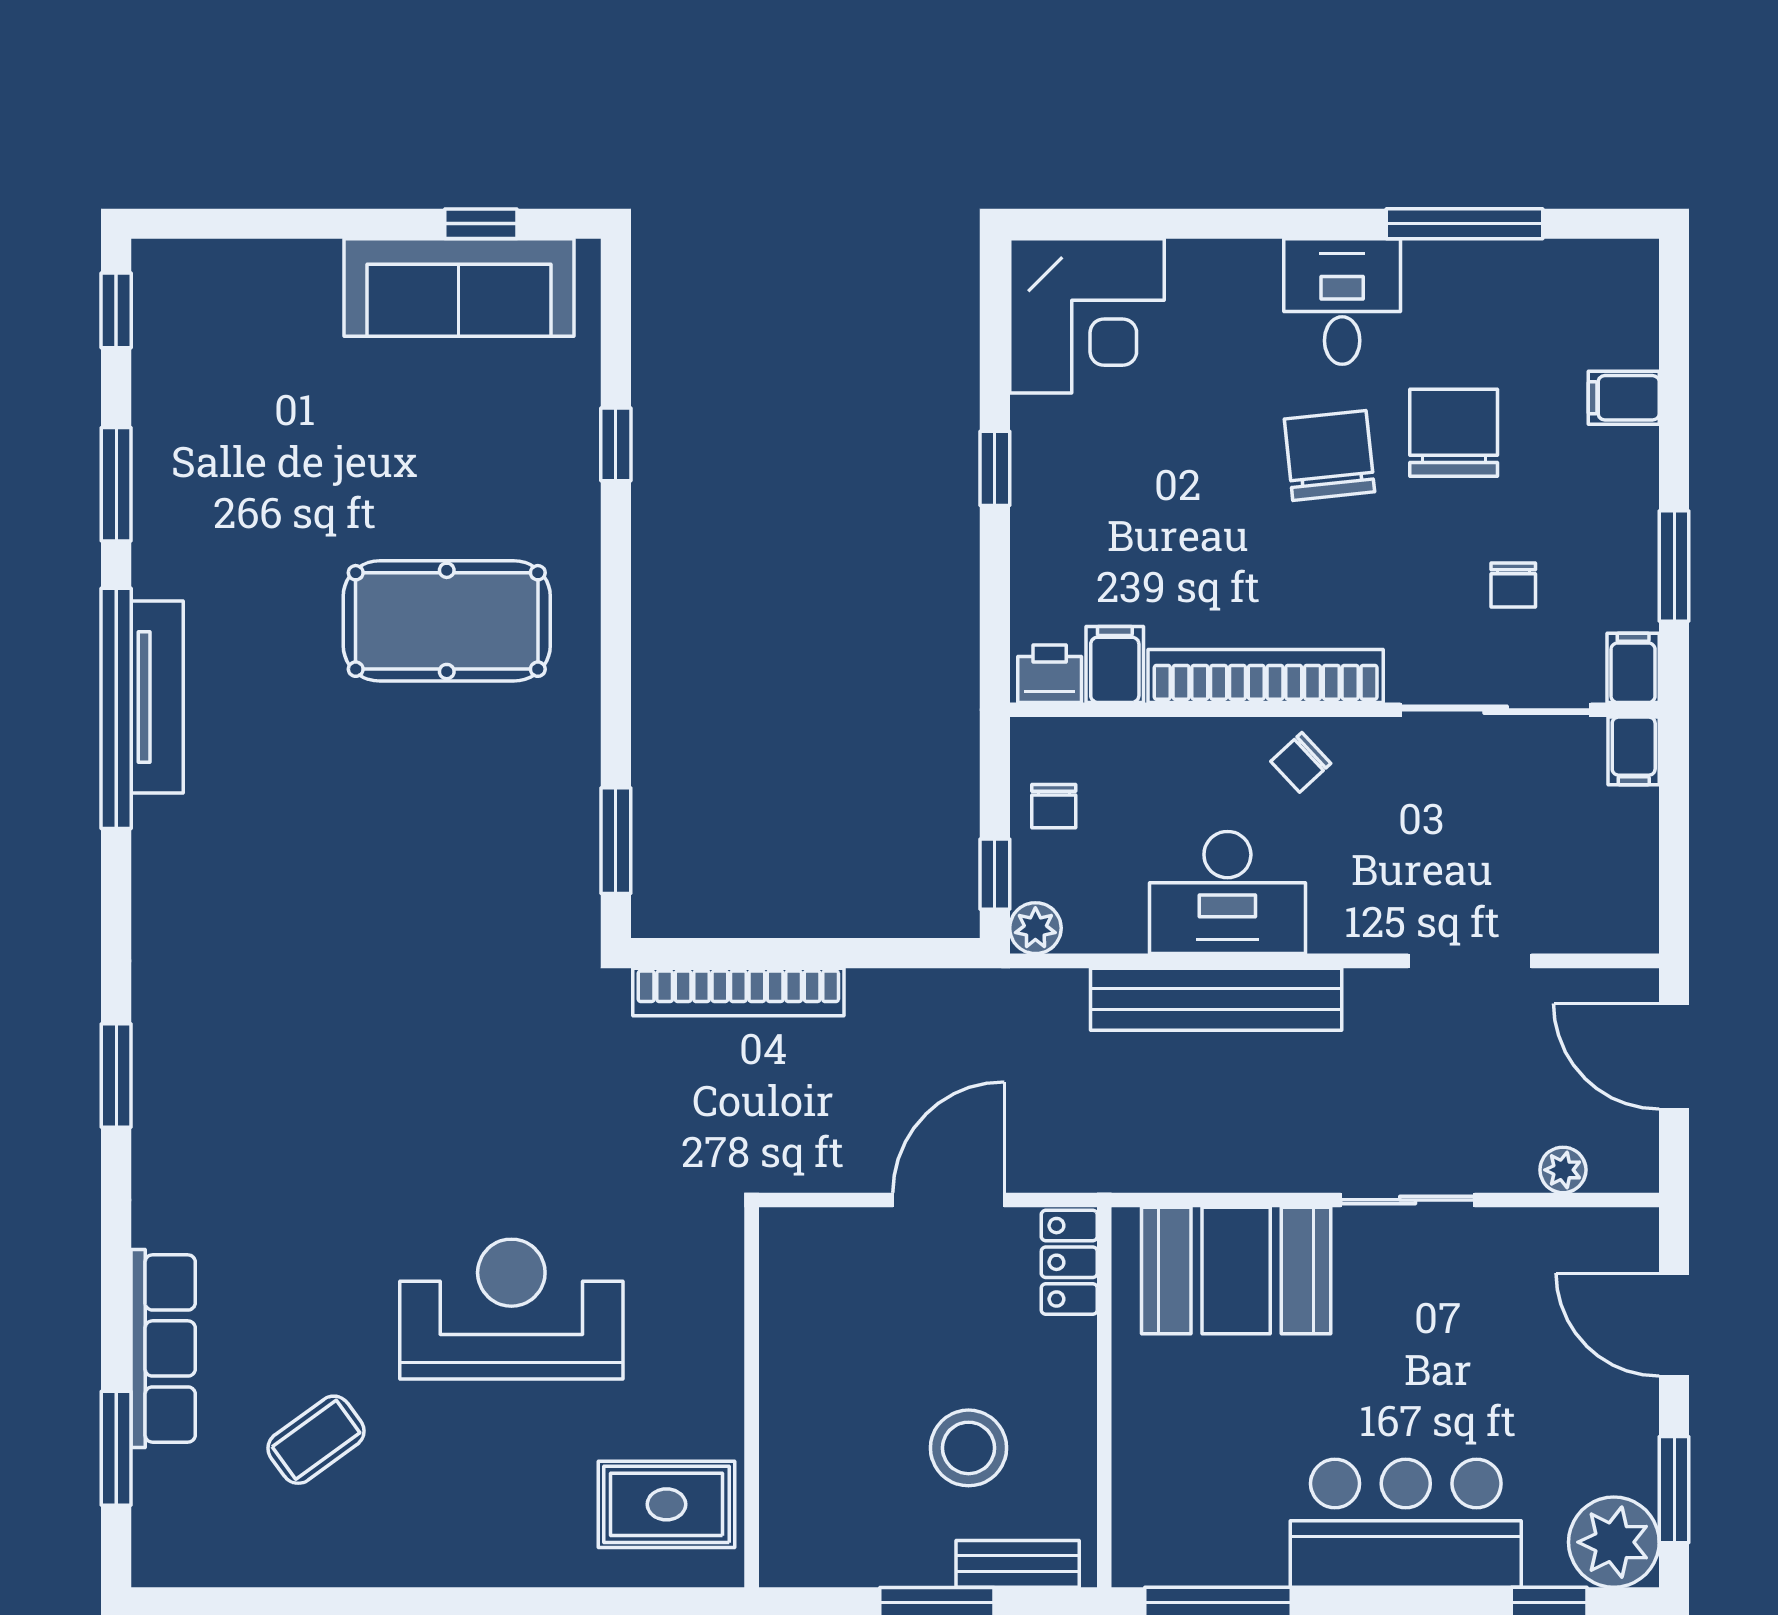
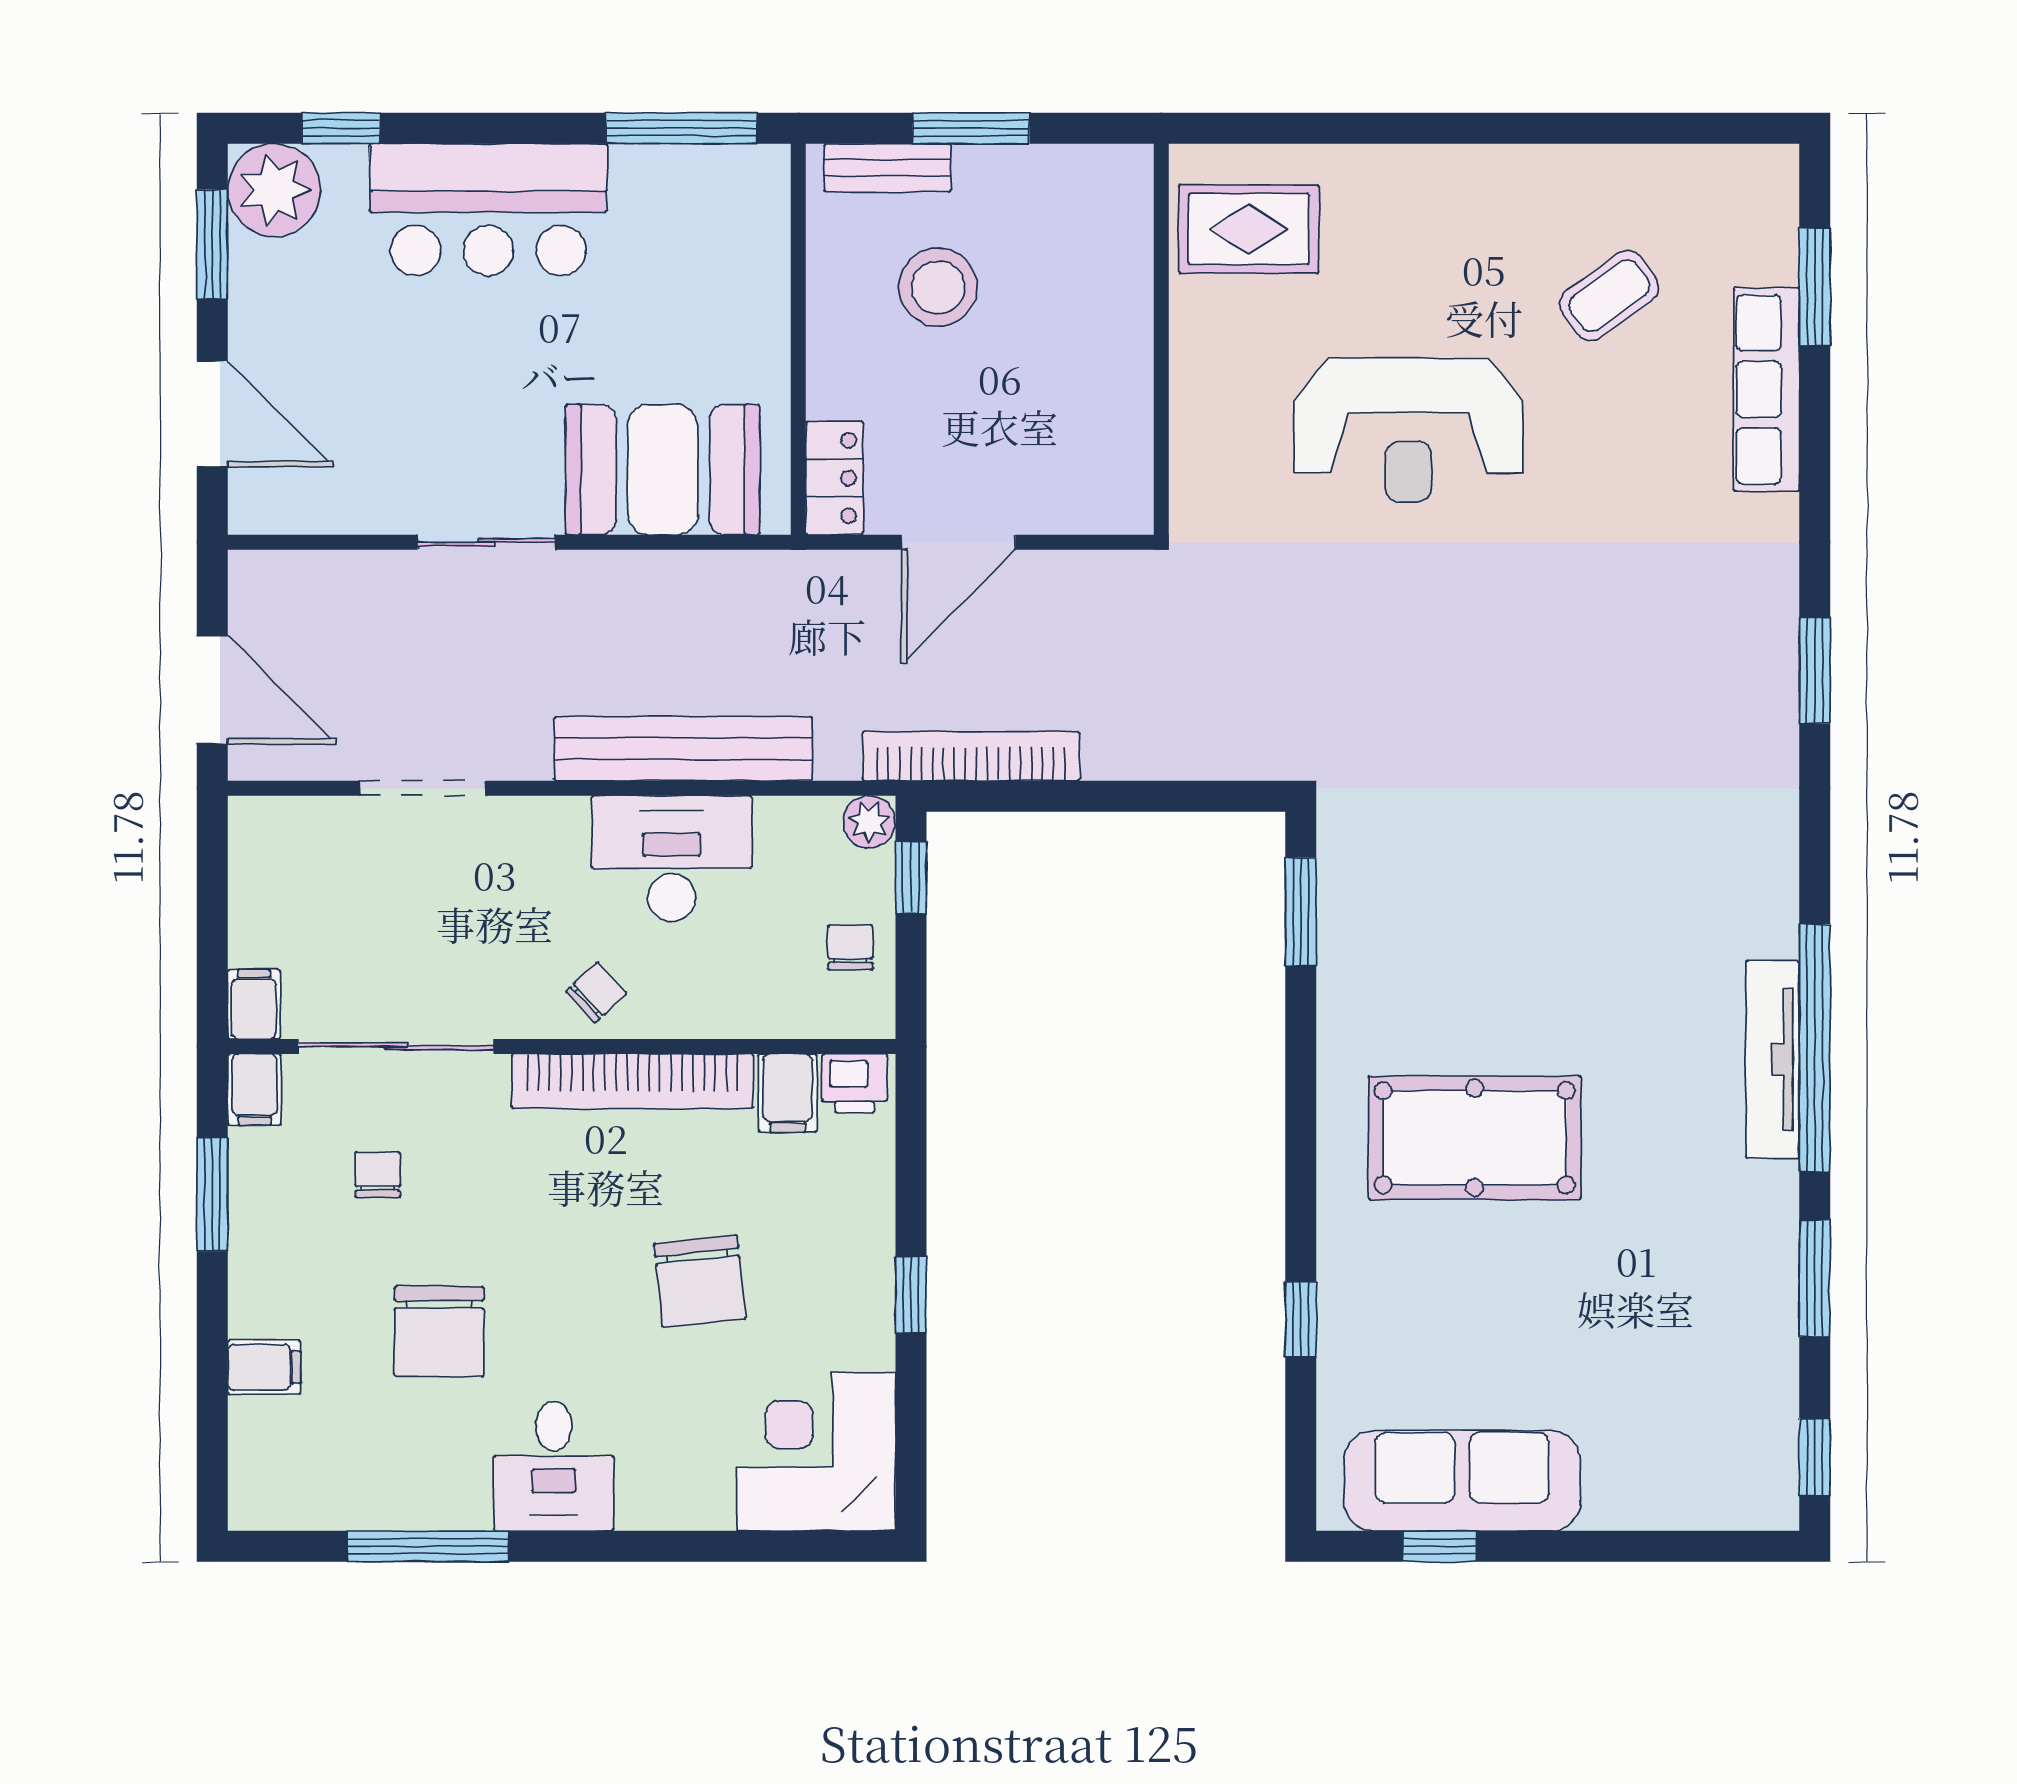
chair: (1329, 455) -> (700, 1281), moved
bookcase: (738, 992) -> (971, 756), moved
plant: (1563, 1170) -> (327, 573), removed

